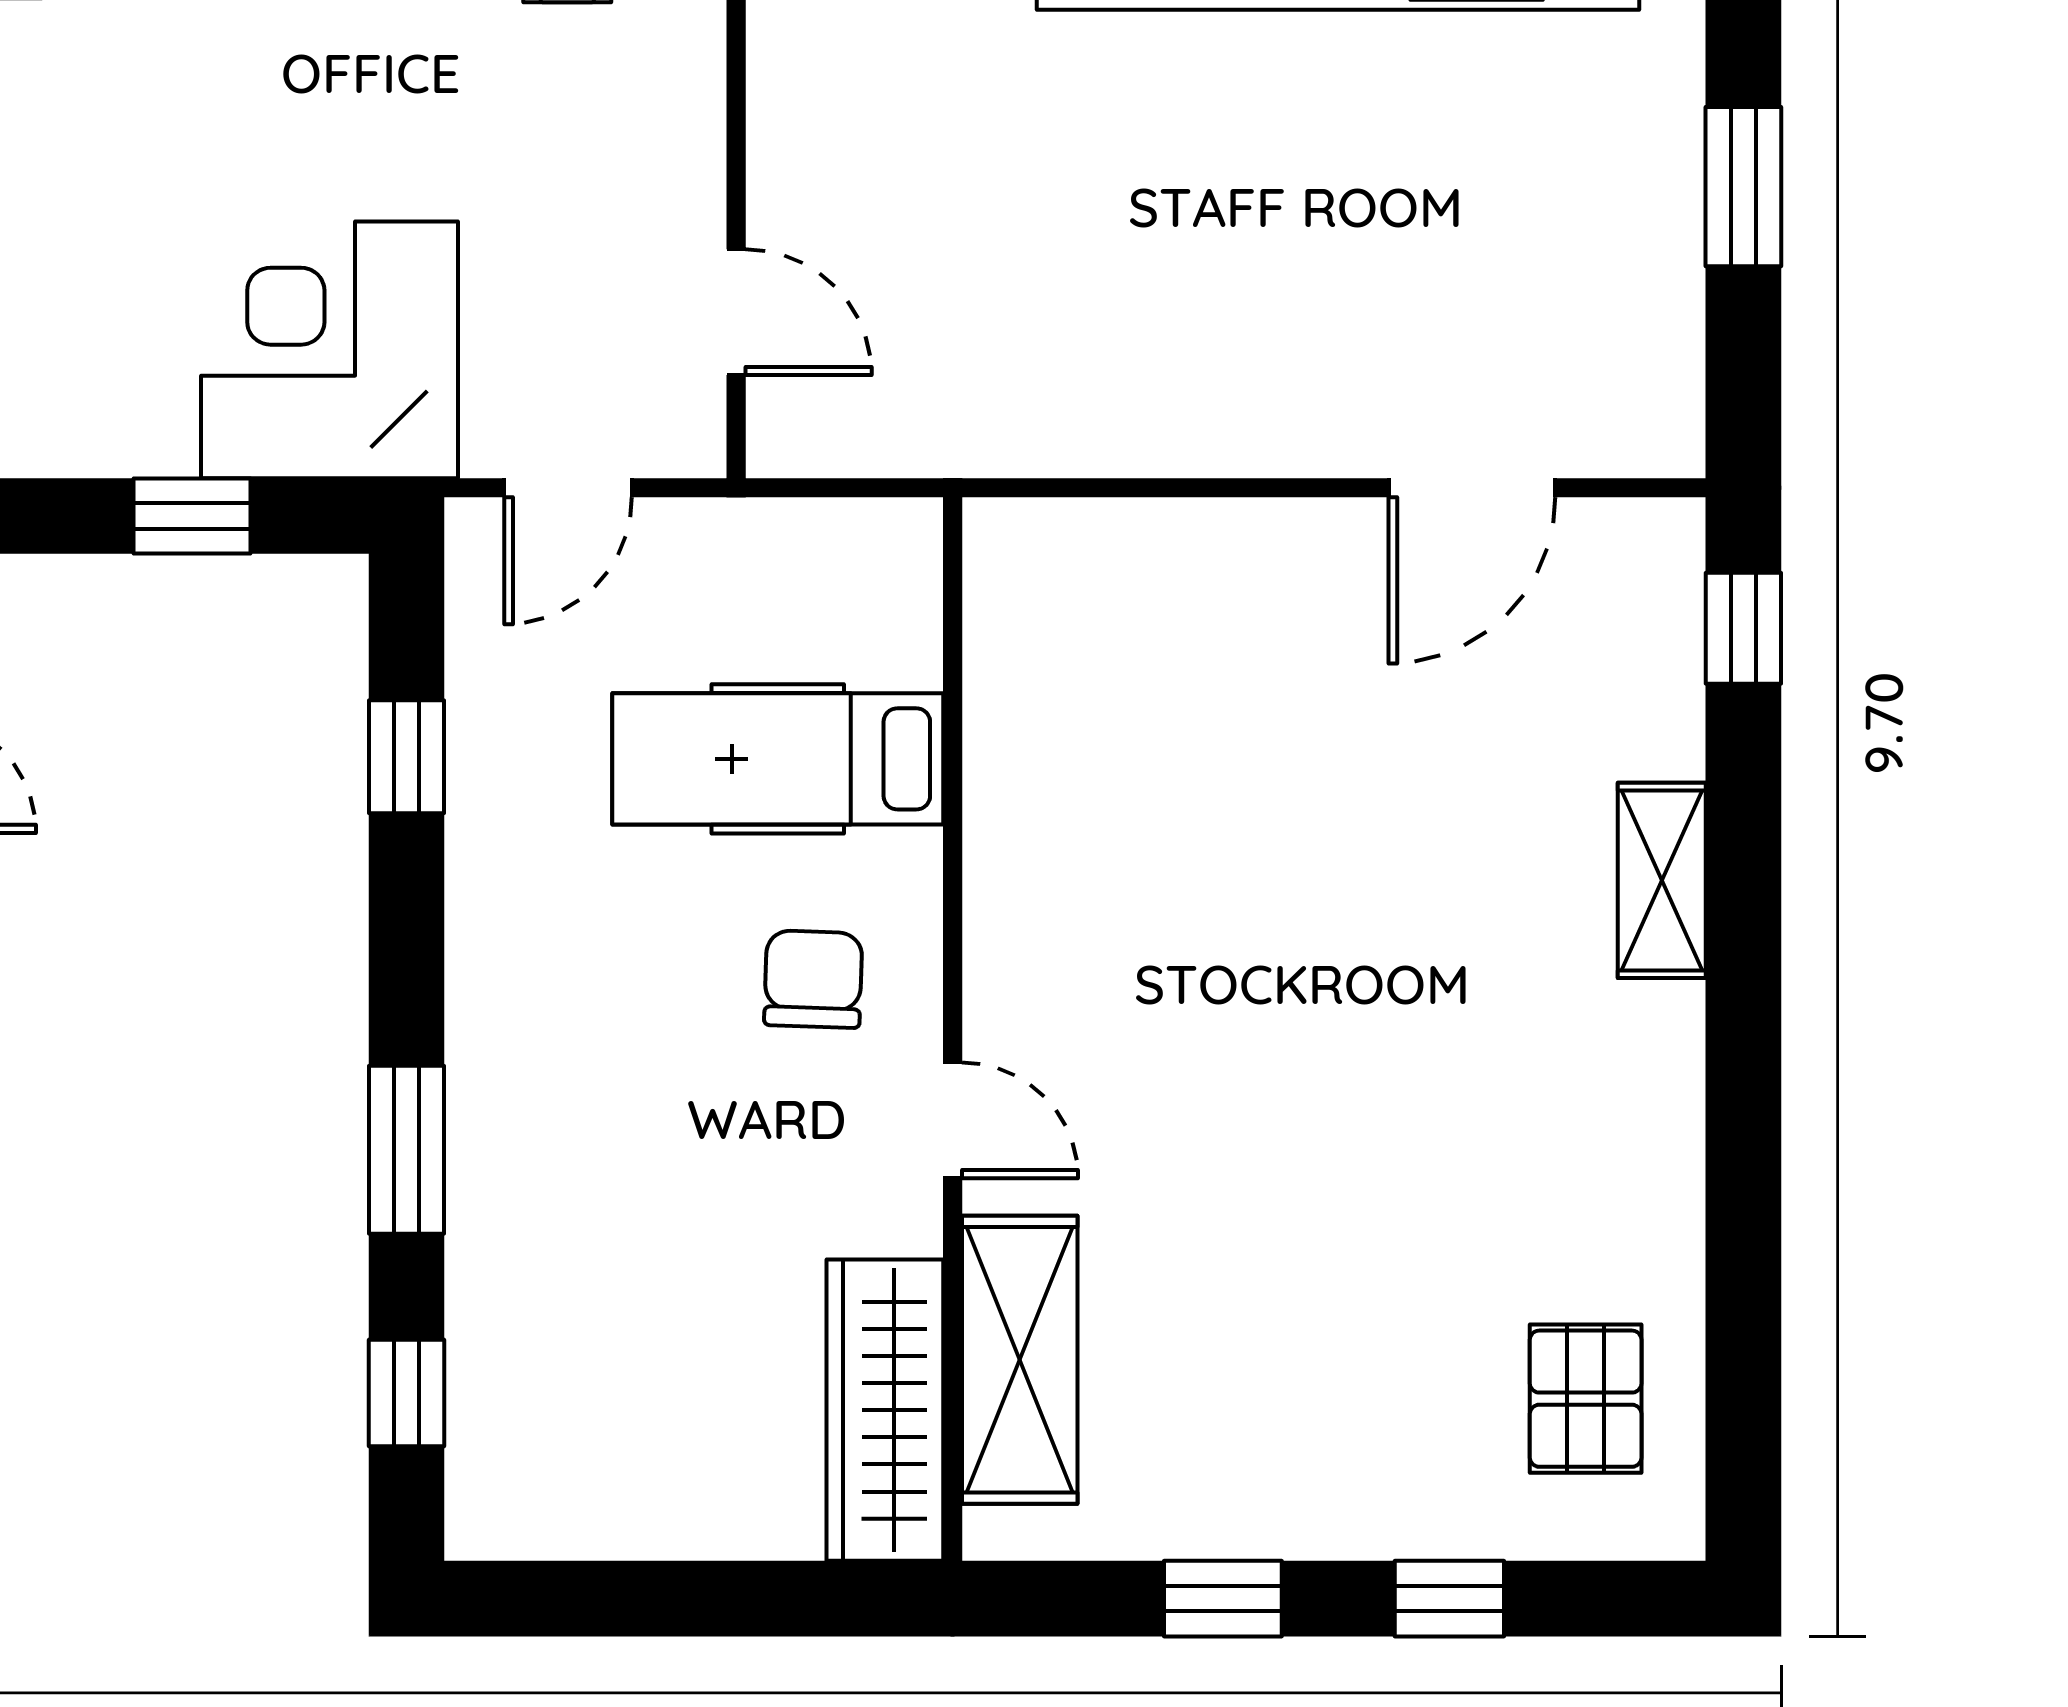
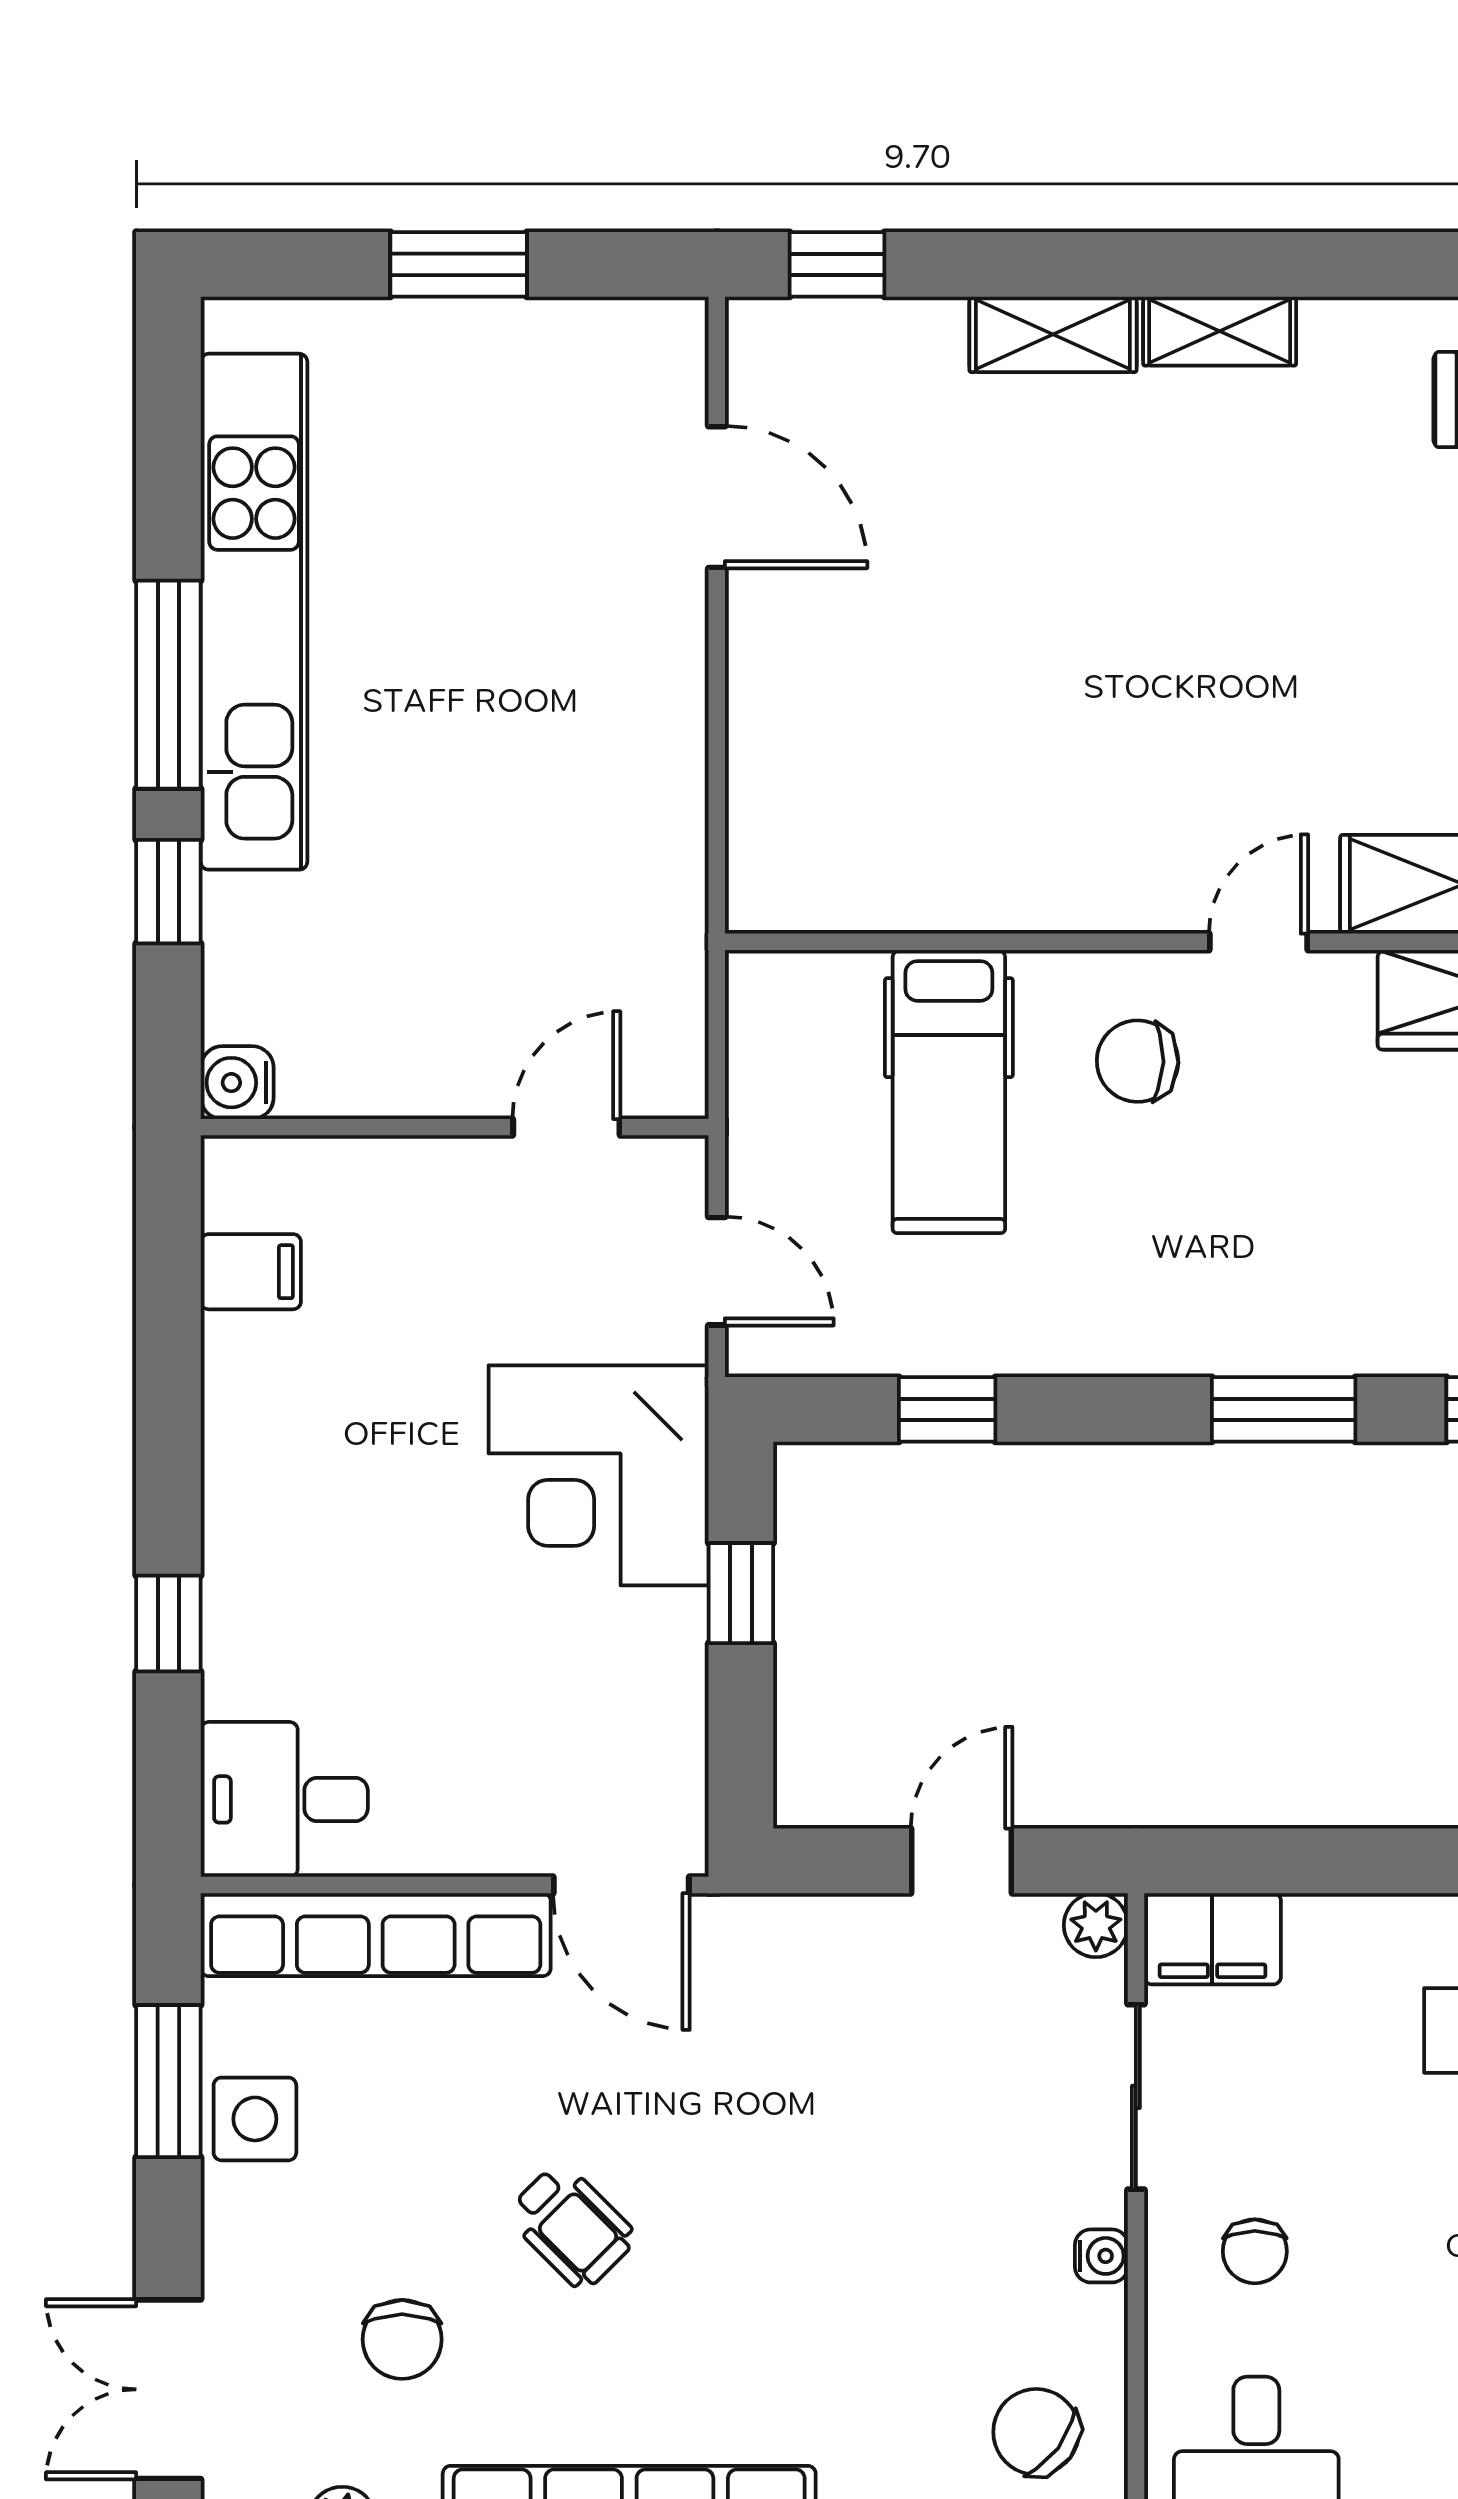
shelving: (1666, 1075) -> (1220, 331), added

